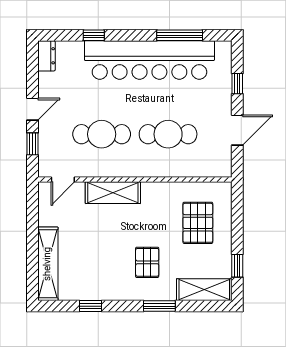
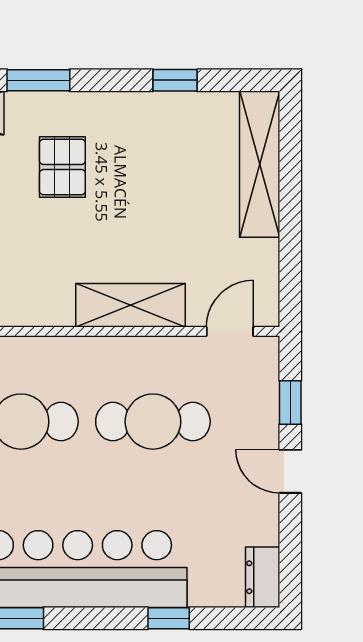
door: (32, 109) -> (290, 471), hinge flipped

